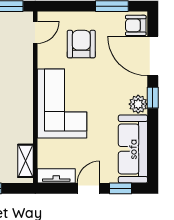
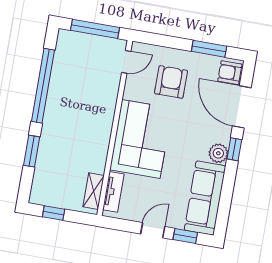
tv unit: (56, 176) -> (113, 192), moved, turned 90

